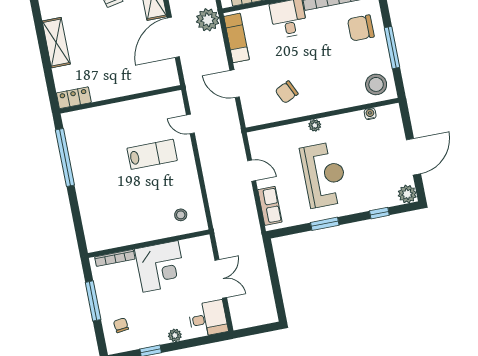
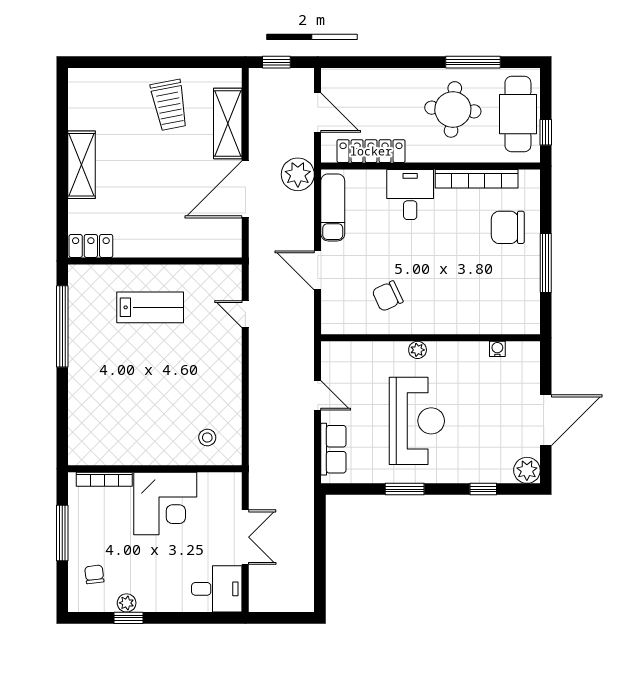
stool: (376, 84) -> (514, 310), removed
lab bench: (152, 154) -> (150, 307), moved
plant: (175, 335) -> (127, 603), moved

